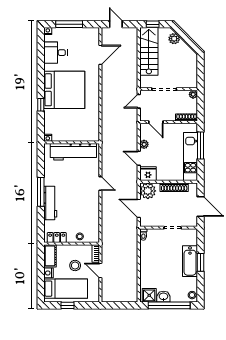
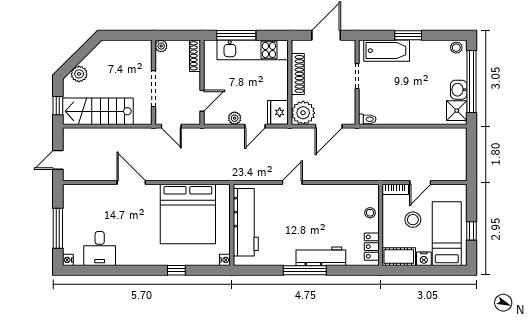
door: (100, 55) -> (131, 182), moved
bed: (64, 90) -> (188, 214), moved, turned 180
bathtub: (190, 261) -> (387, 51), moved

